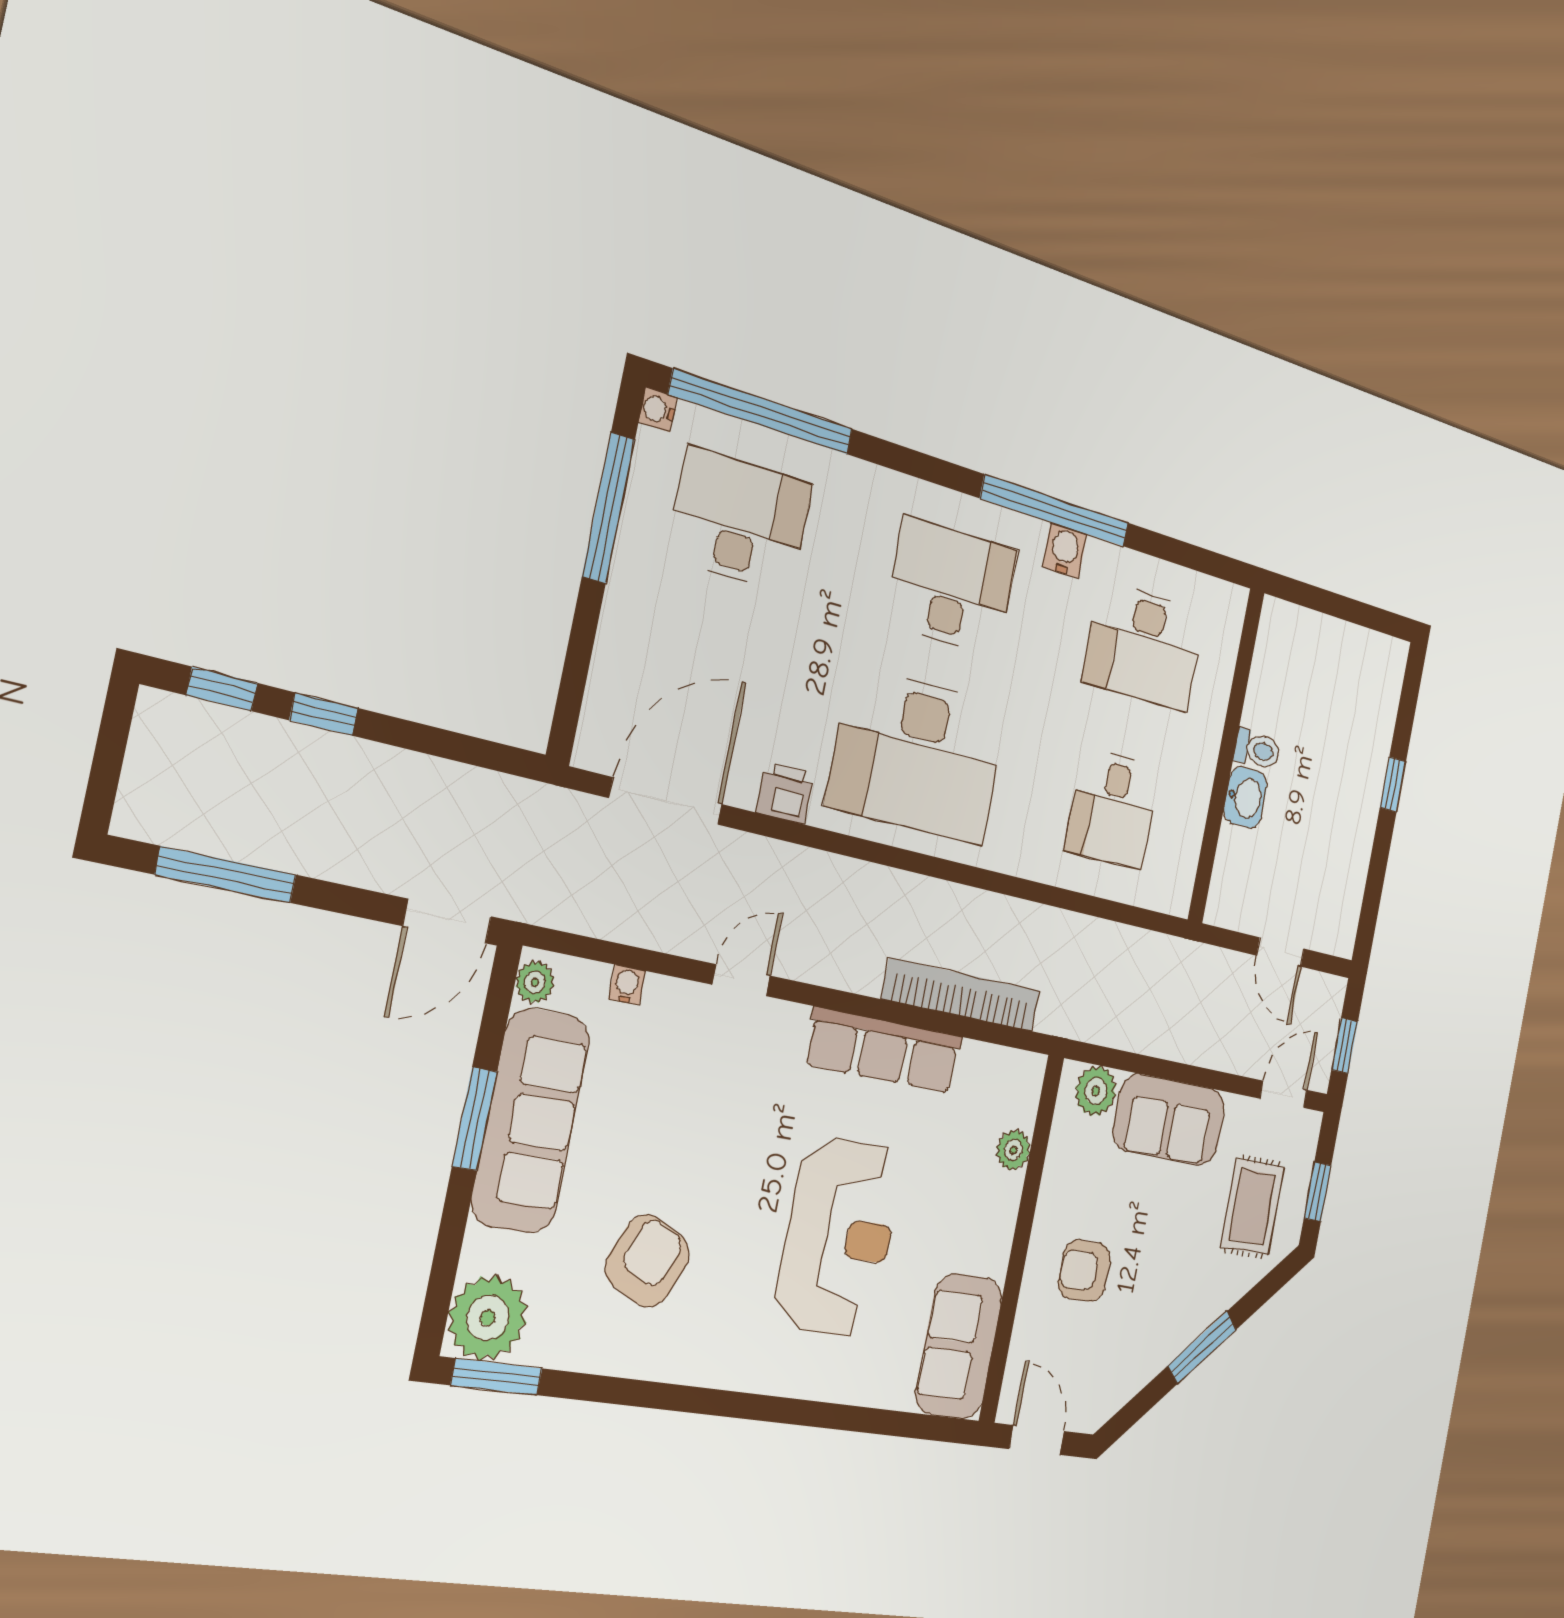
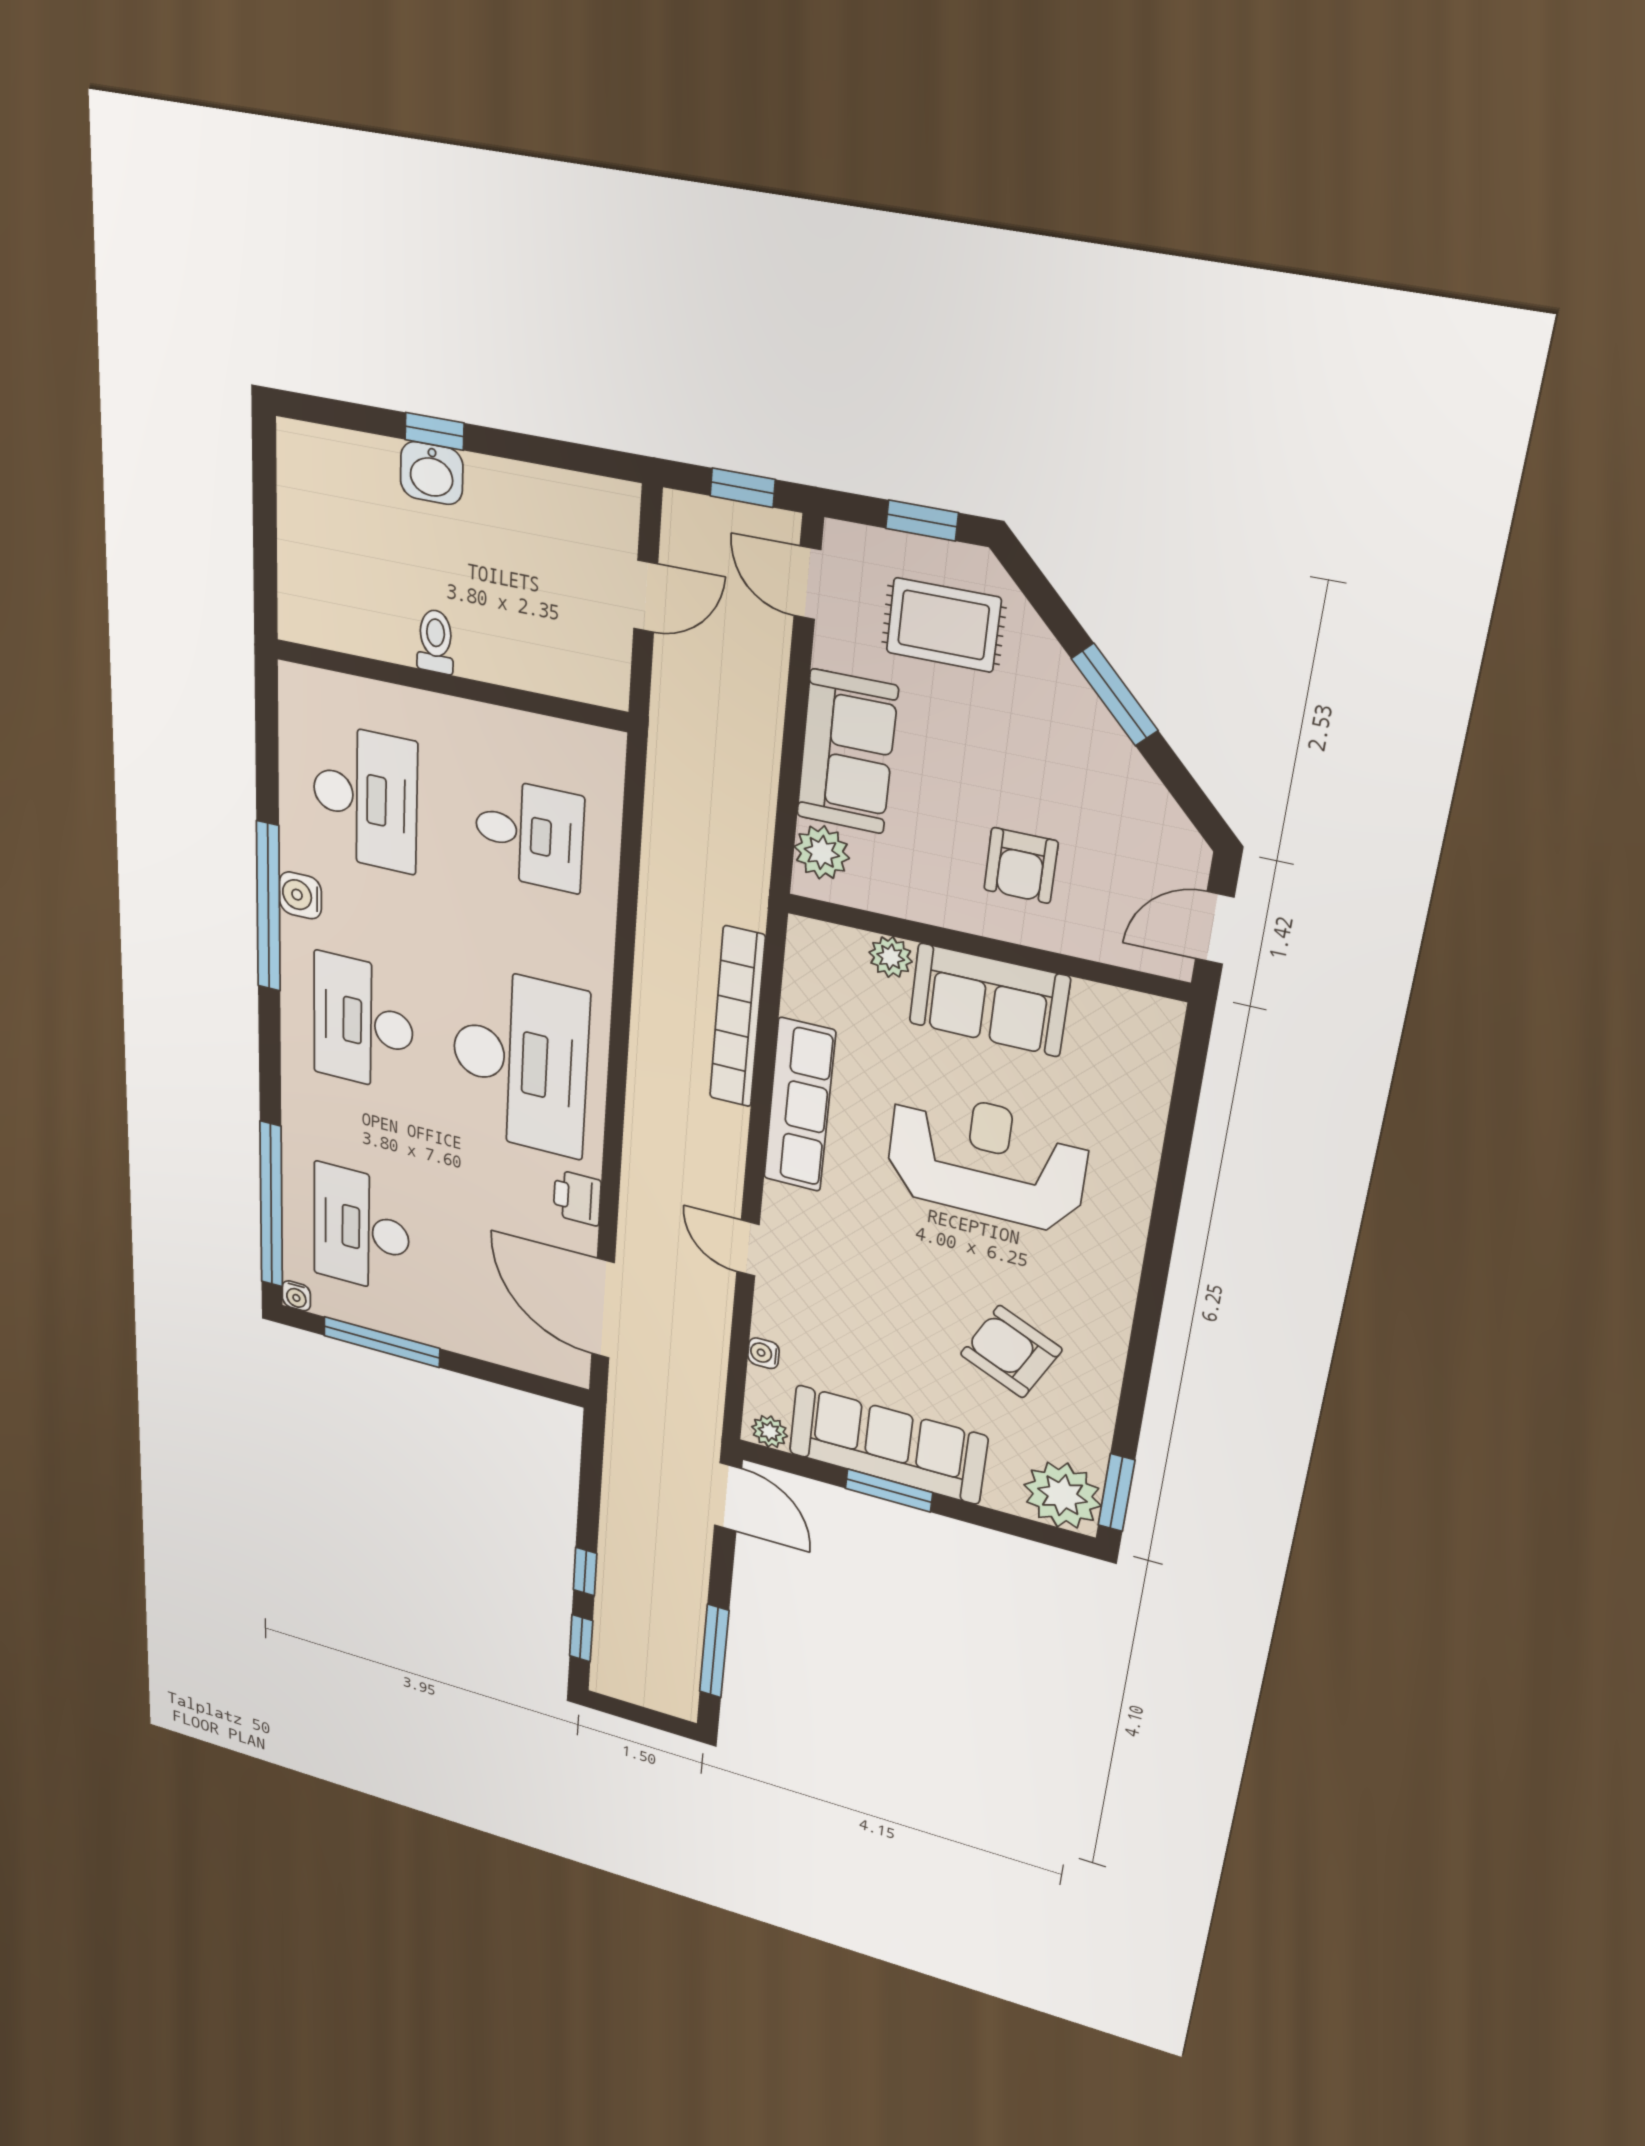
washbasin: (1245, 797) -> (432, 473), moved, turned 180
sofa: (959, 1346) -> (989, 1000), moved

